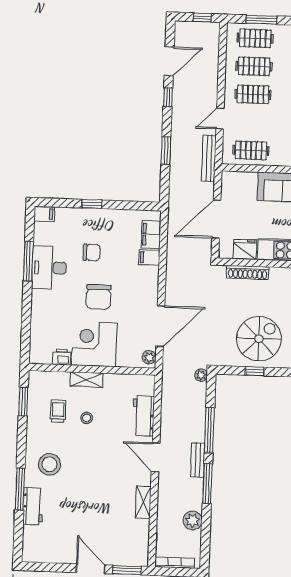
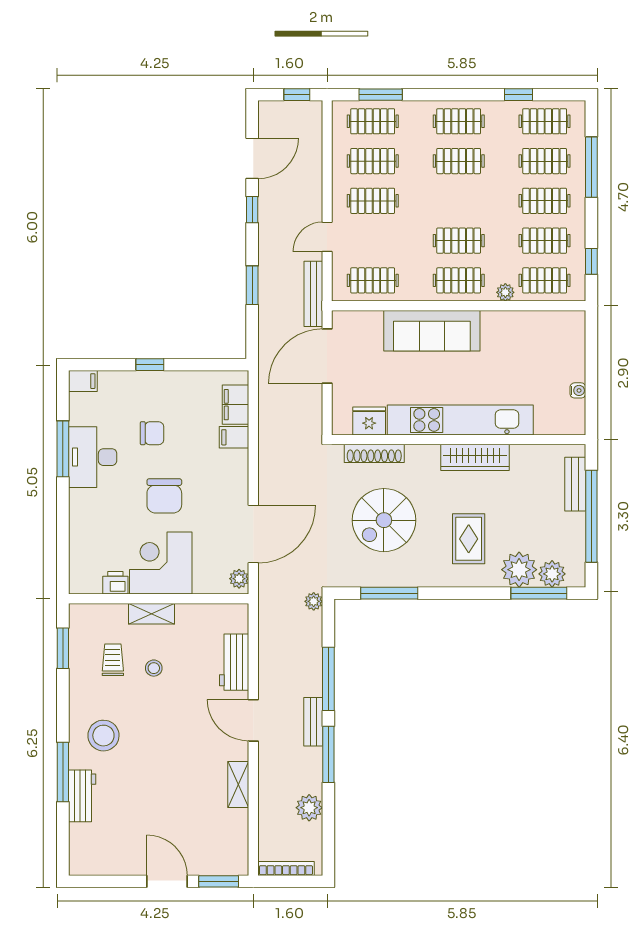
door: (216, 219) -> (327, 356), moved
spiral stairs: (259, 339) -> (384, 520), moved, turned 180
window: (255, 371) -> (389, 593), width x2.17

